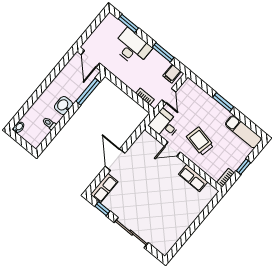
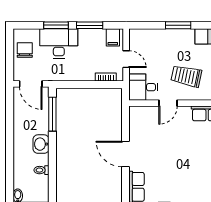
window: (128, 23) -> (56, 25), moved
chair: (105, 33) -> (25, 50), added

